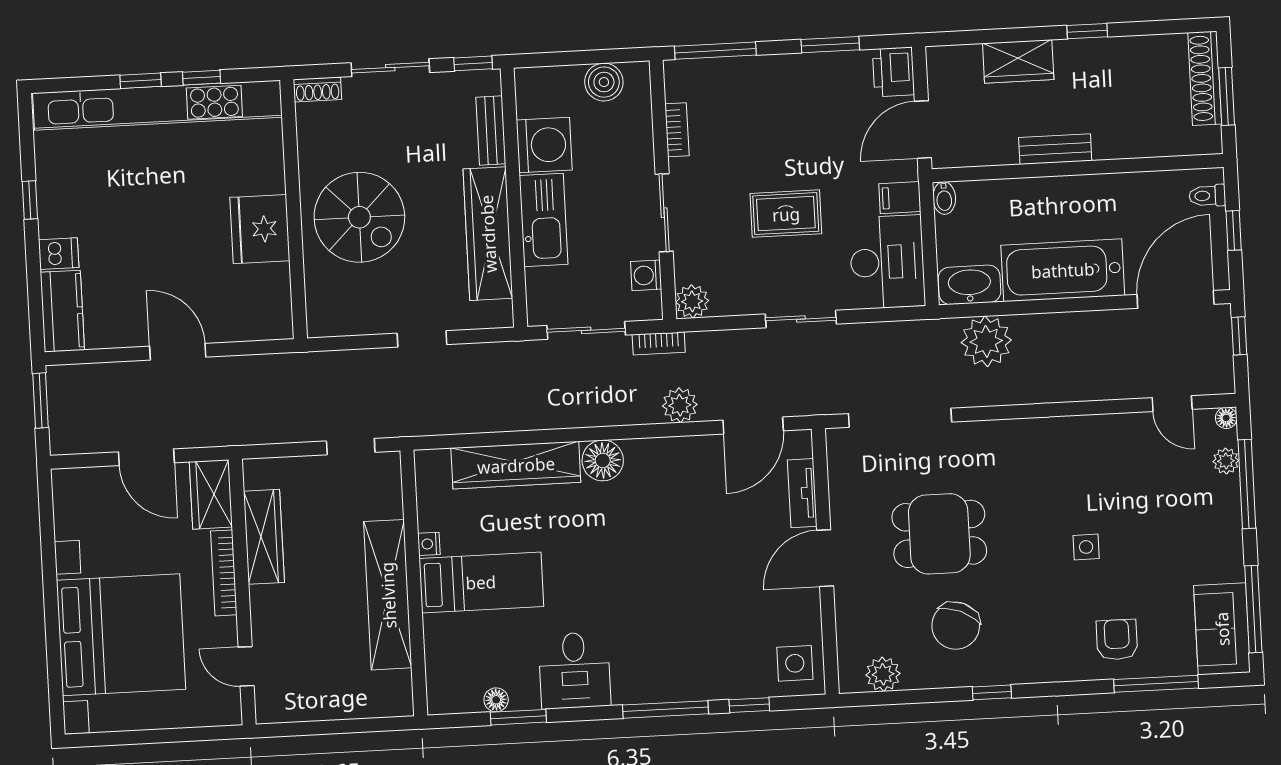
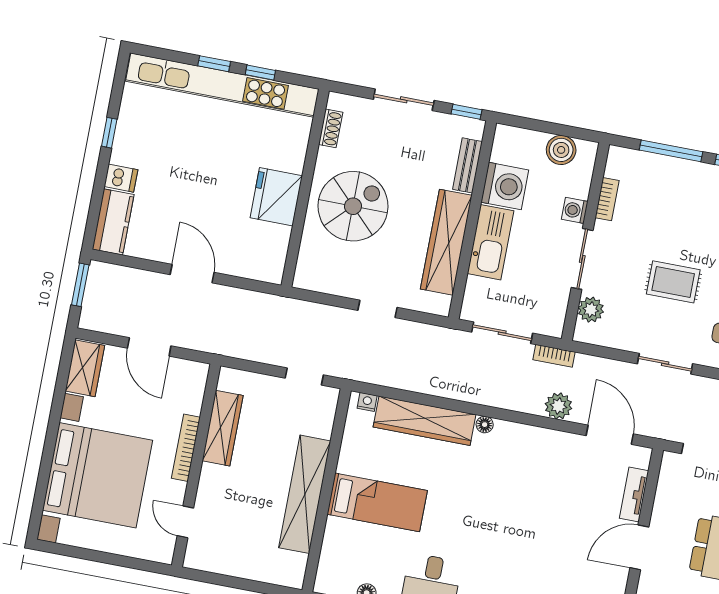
window: (715, 51) -> (671, 151), moved
shoe rack: (317, 89) -> (331, 128), moved, turned -90
spiral stairs: (359, 217) -> (353, 206), turned -90
washing machine: (646, 275) -> (575, 210), moved
plant: (692, 301) -> (591, 310), moved
door: (753, 425) -> (610, 435), swing flipped
floor lamp: (603, 460) -> (485, 425), width x0.53, depth x0.53
wardrobe: (211, 494) -> (85, 368), moved, turned 180
nightstand: (429, 544) -> (367, 402), moved, turned 90

